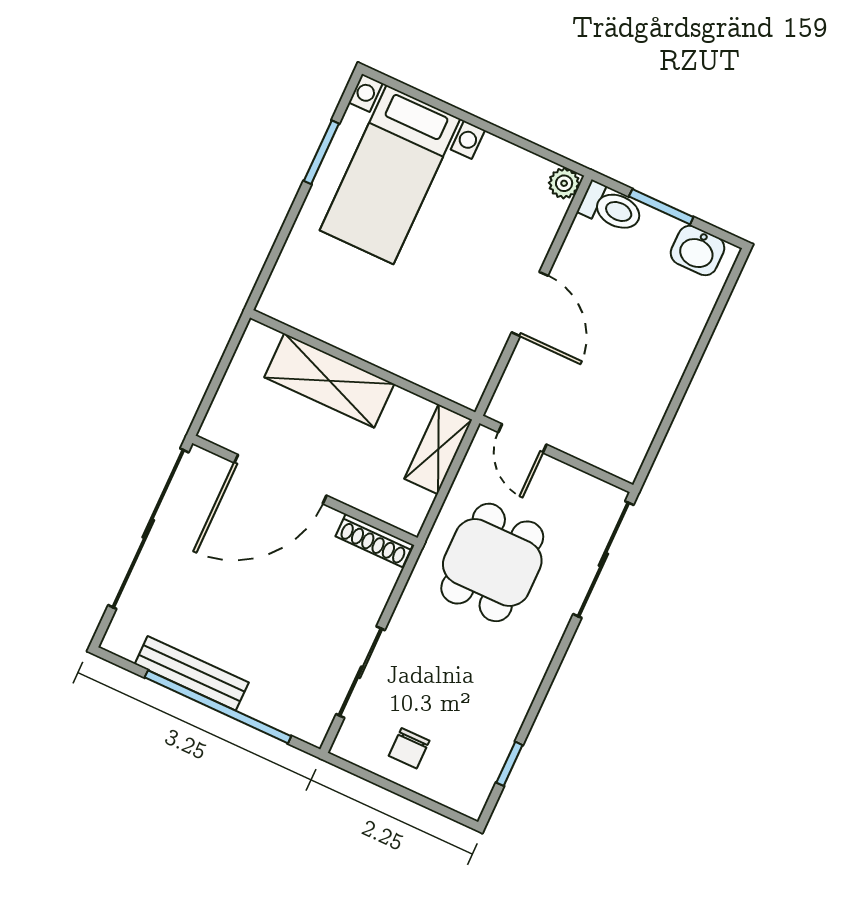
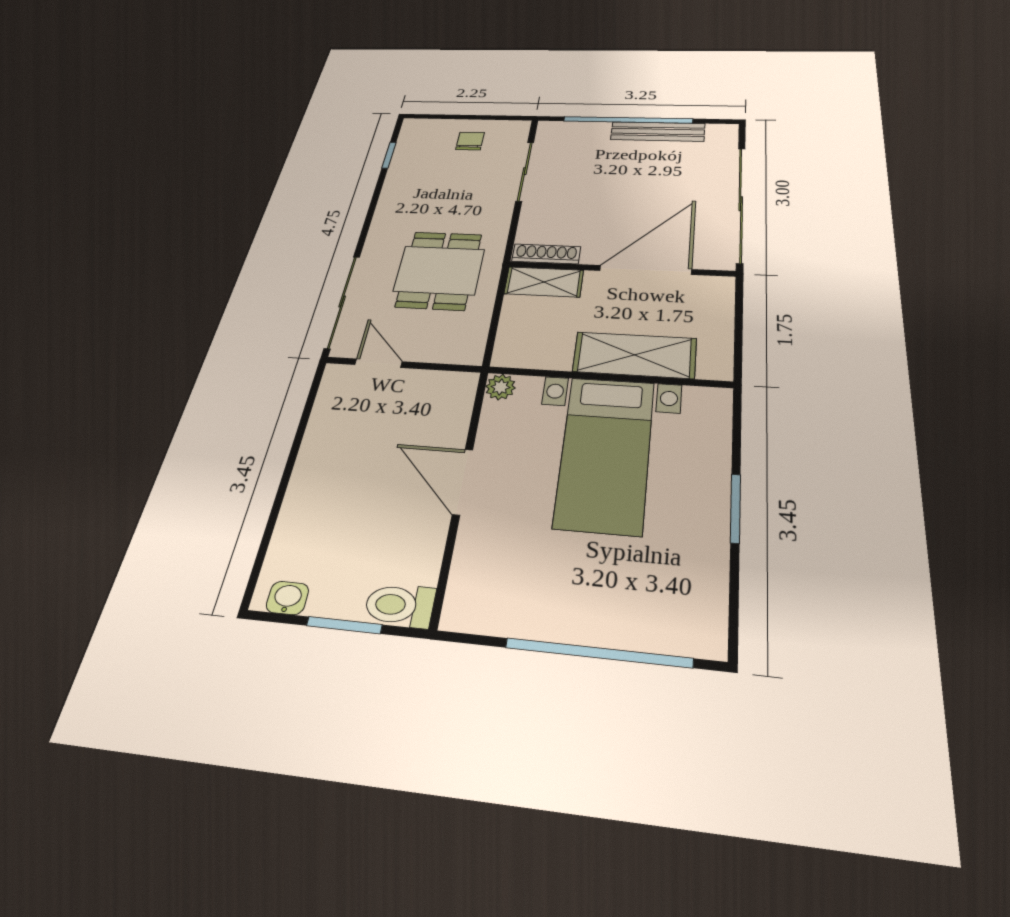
window: (460, 114) -> (598, 653), added
window: (321, 152) -> (735, 508), moved
bed with nightstands: (390, 175) -> (605, 453), moved, turned 180
plant: (564, 183) -> (501, 387), moved
washbasin: (698, 250) -> (287, 598), width x0.72, depth x0.69
door: (522, 438) -> (379, 363), moved
shelving: (438, 449) -> (544, 282), moved, turned 90

